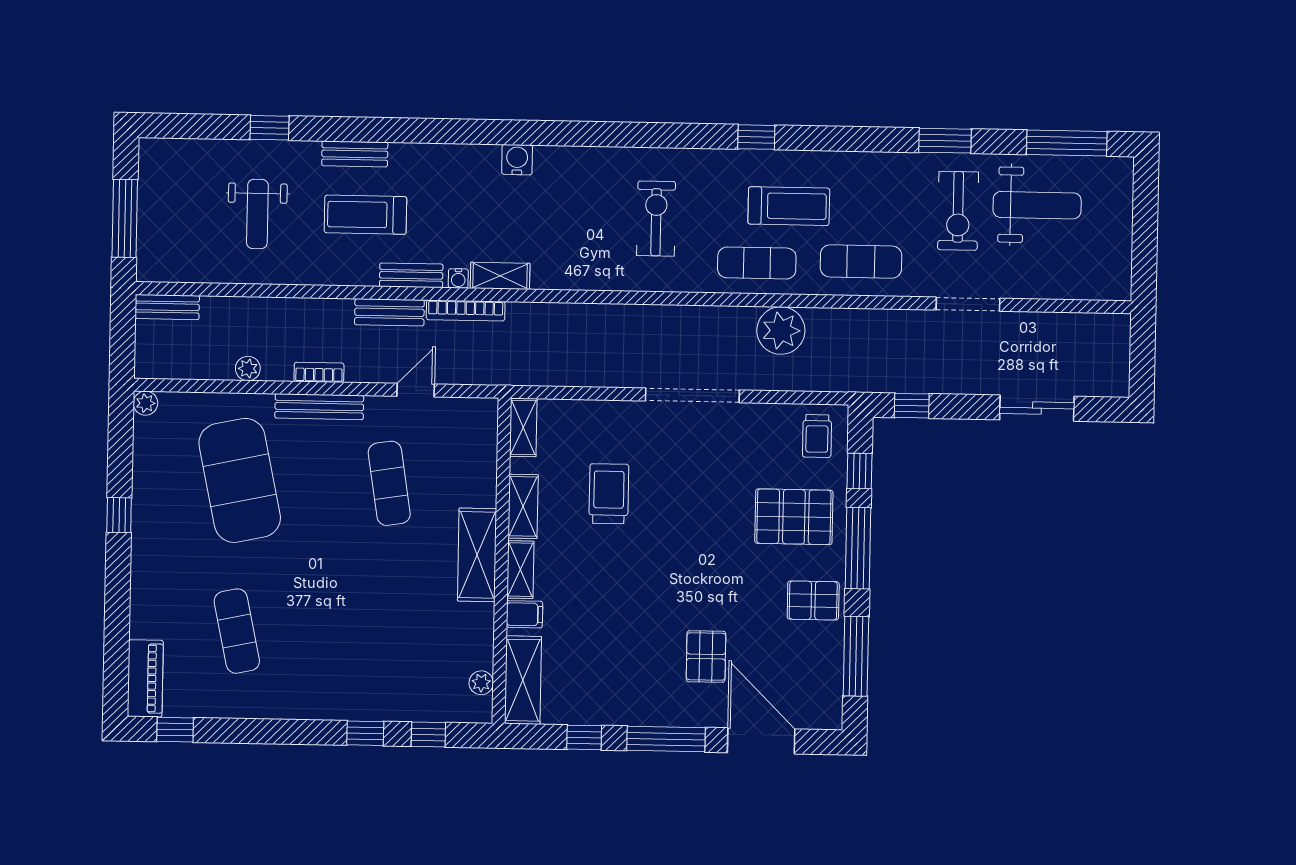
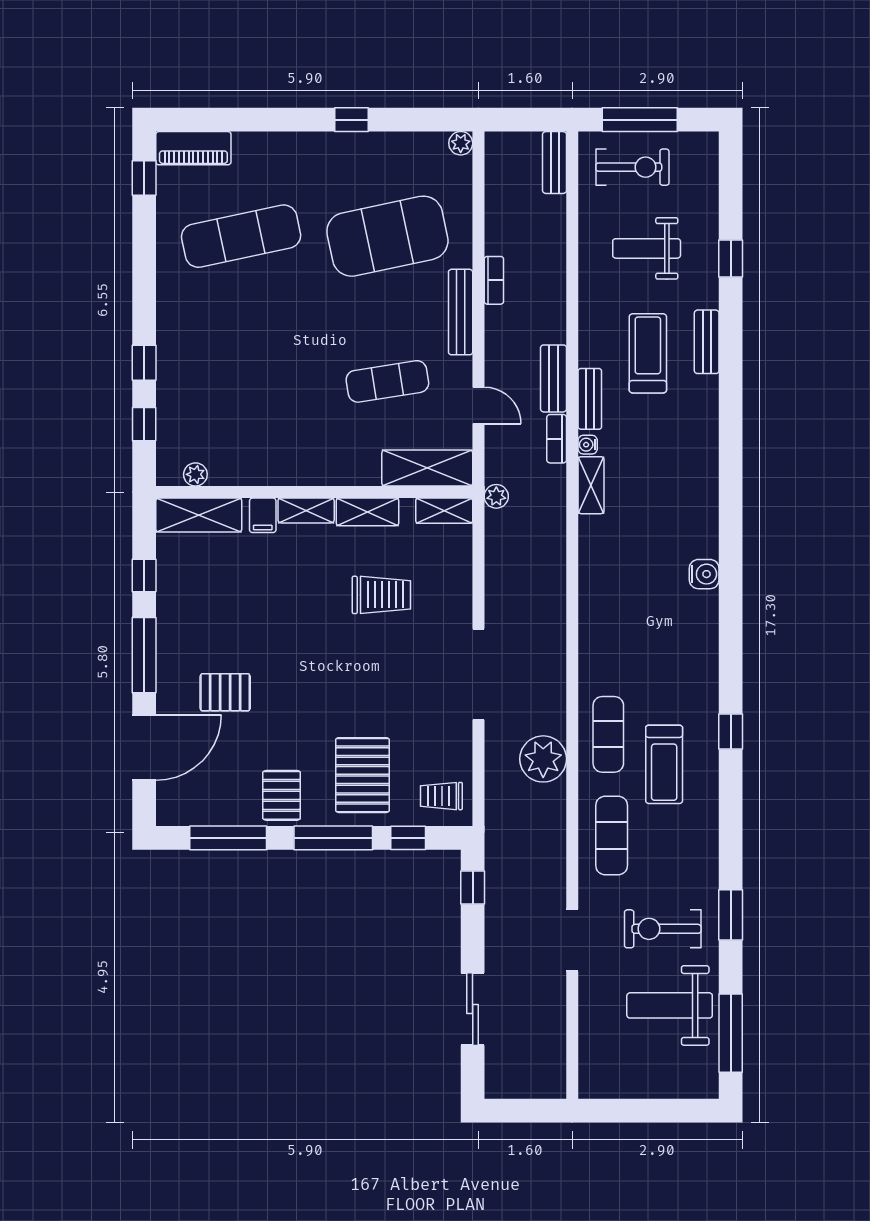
water cooler: (517, 160) -> (704, 574), moved
weight bench: (1037, 205) -> (670, 1005), turned 90
exercise bike: (656, 218) -> (632, 167), moved
bookcase: (466, 311) -> (557, 439), width x0.64
plant: (248, 369) -> (496, 496), moved
bookcase: (319, 372) -> (494, 280), moved
shelving: (477, 555) -> (427, 468), moved
exercise mat: (237, 631) -> (241, 236), width x1.36, depth x1.45

